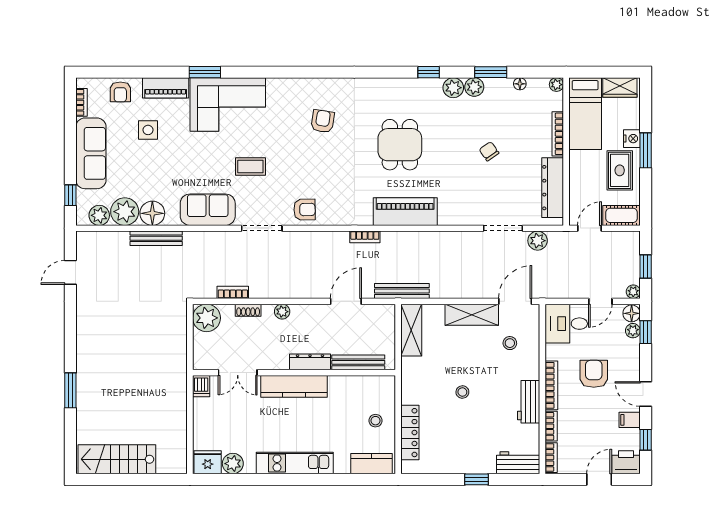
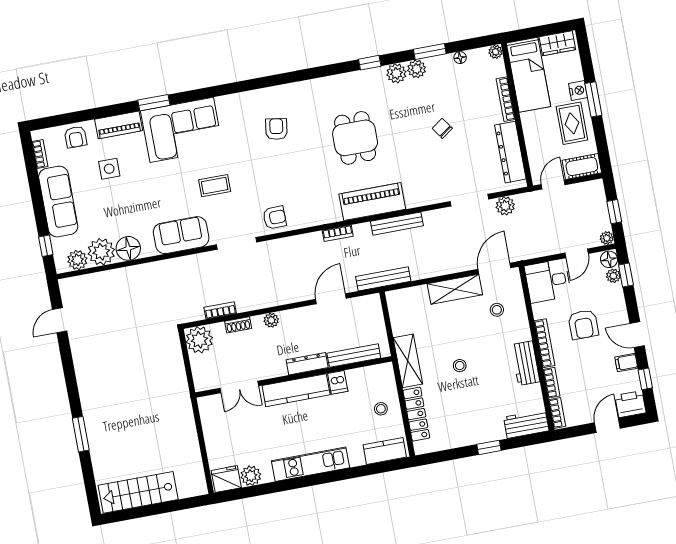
bench: (156, 238) -> (397, 224), moved
shelving: (411, 330) -> (408, 361), moved
armchair: (594, 374) -> (583, 325), turned 180
dishwasher: (201, 386) -> (338, 382), moved

